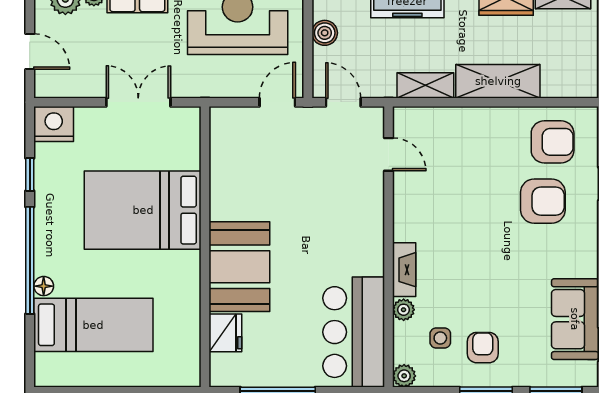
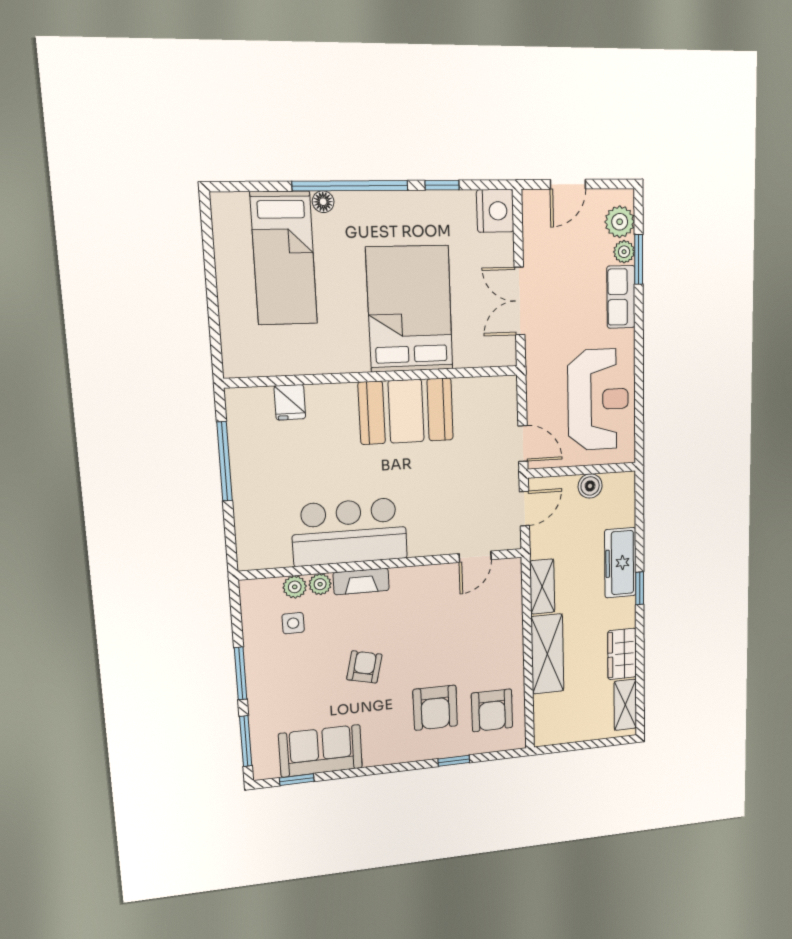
double door: (138, 102) -> (520, 301), swing flipped
booth: (239, 267) -> (406, 411), moved
bar counter: (354, 332) -> (350, 532), moved
fridge: (225, 333) -> (290, 402), width x0.72
armchair: (483, 348) -> (364, 667), moved, turned -77
plant: (404, 376) -> (295, 587), moved

